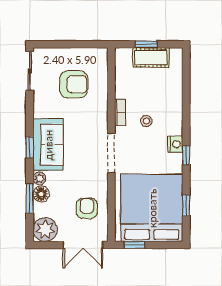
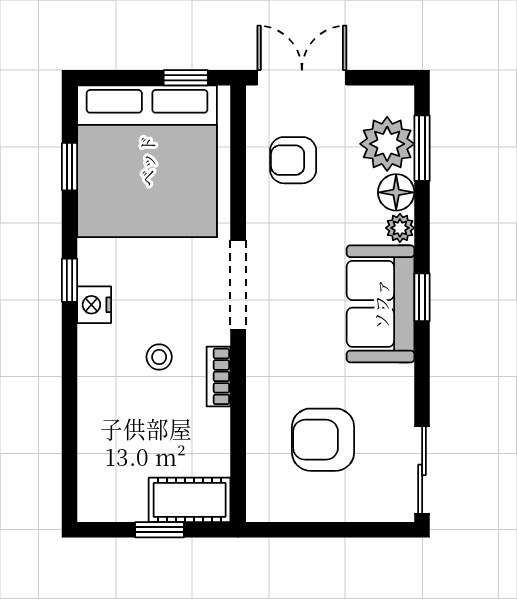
cot: (151, 58) -> (190, 500), moved
window: (30, 199) -> (422, 148), moved
armchair: (87, 208) -> (293, 160), turned 90
plant: (45, 229) -> (387, 144), moved

